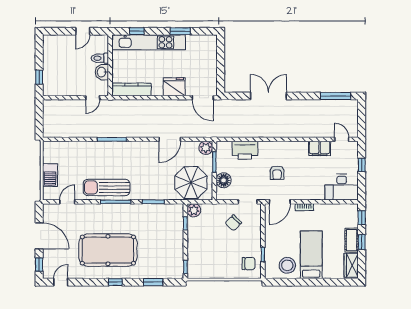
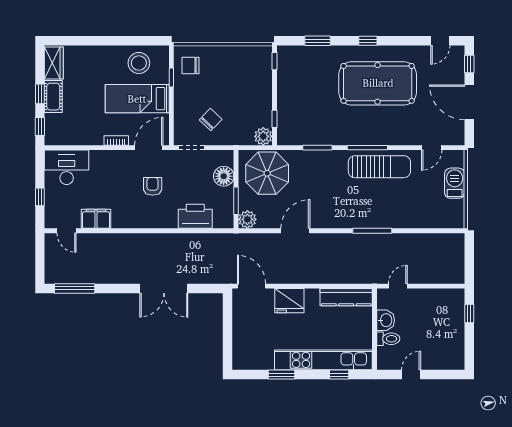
bed: (311, 255) -> (137, 99), moved, turned 90

